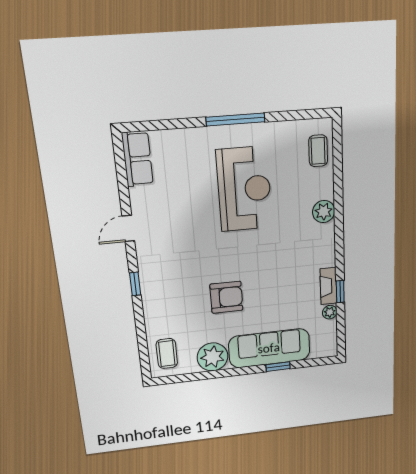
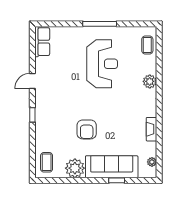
window: (340, 292) -> (159, 134), removed
armchair: (226, 297) -> (87, 129), turned 90
plant: (330, 312) -> (152, 162), moved

